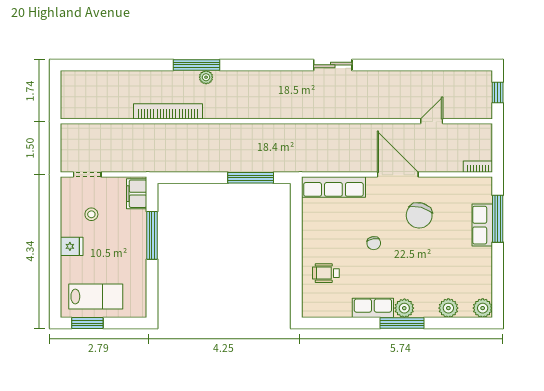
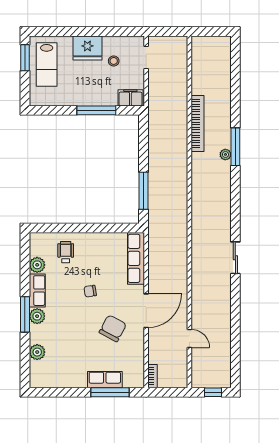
chair: (419, 215) -> (113, 328), turned 103
fridge: (72, 246) -> (87, 48), width x1.88, depth x1.34
plant: (483, 308) -> (37, 265), moved

